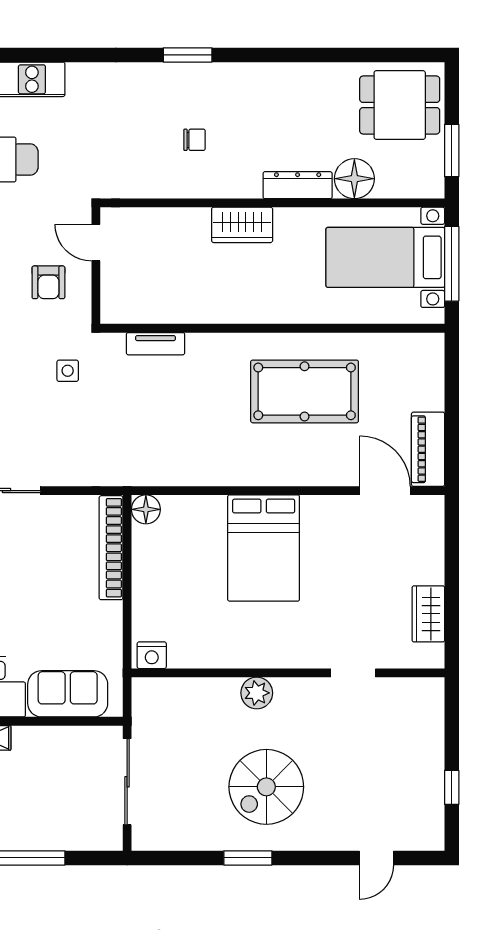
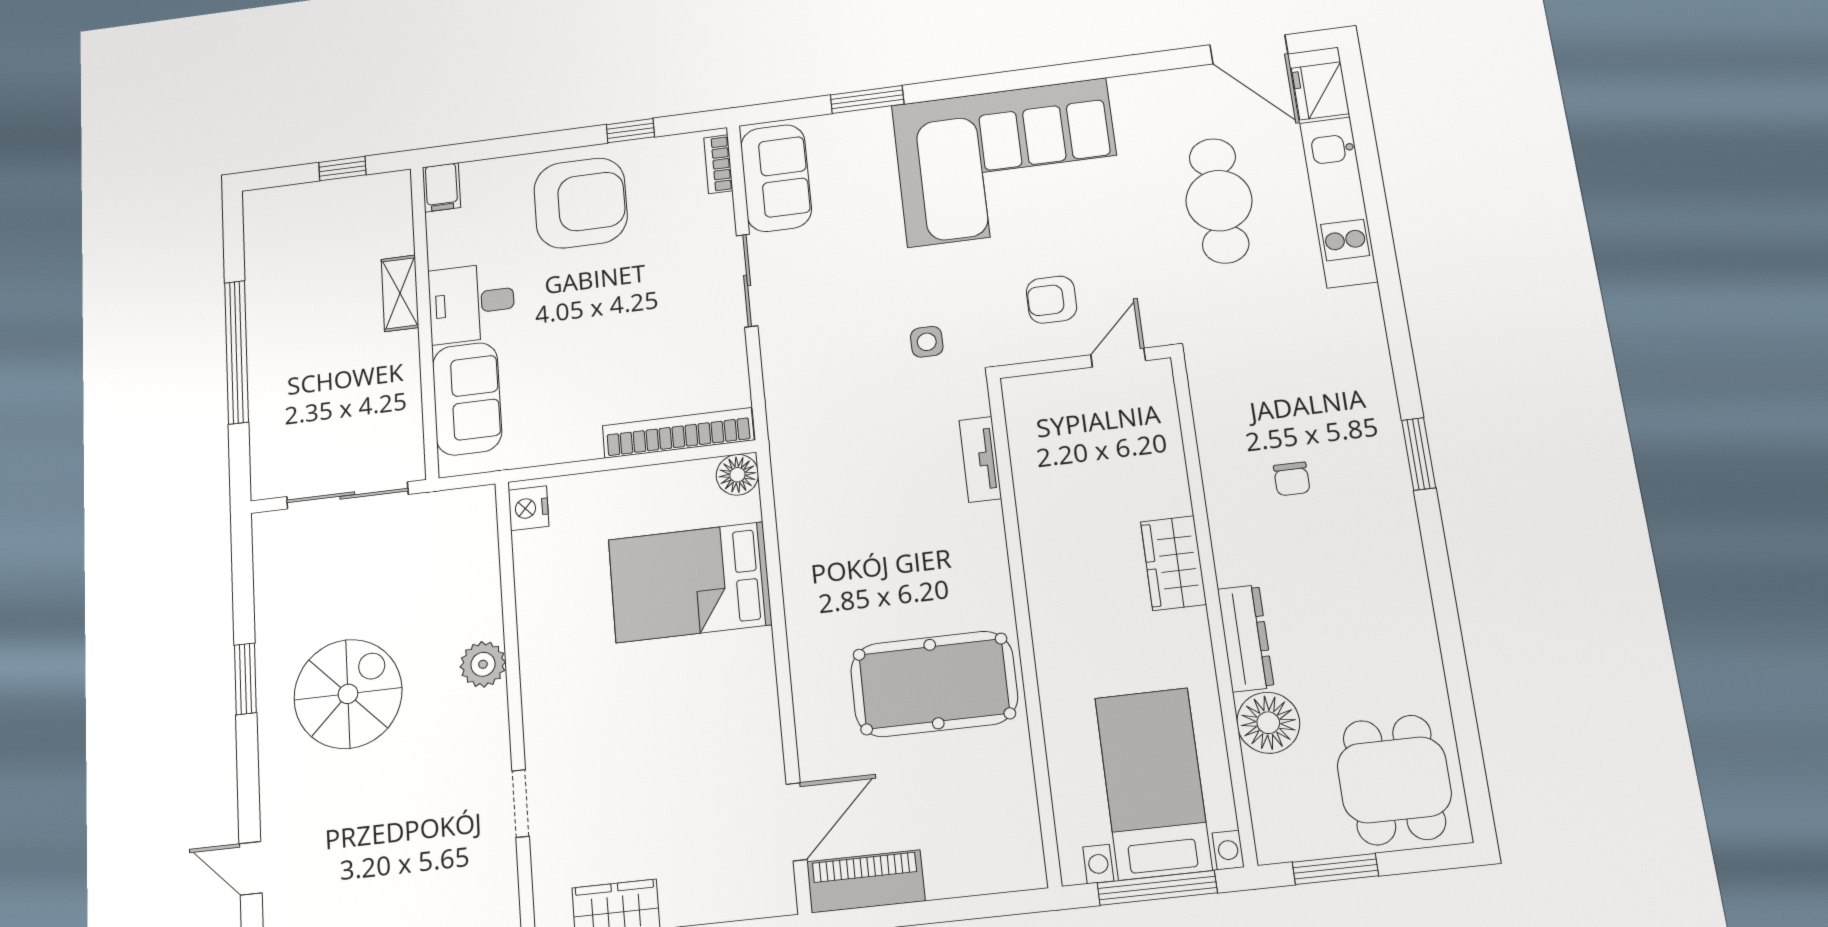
pool table: (305, 391) -> (934, 684), turned 90
bed: (264, 548) -> (690, 582), moved
spiral stairs: (266, 787) -> (348, 694), turned 90

